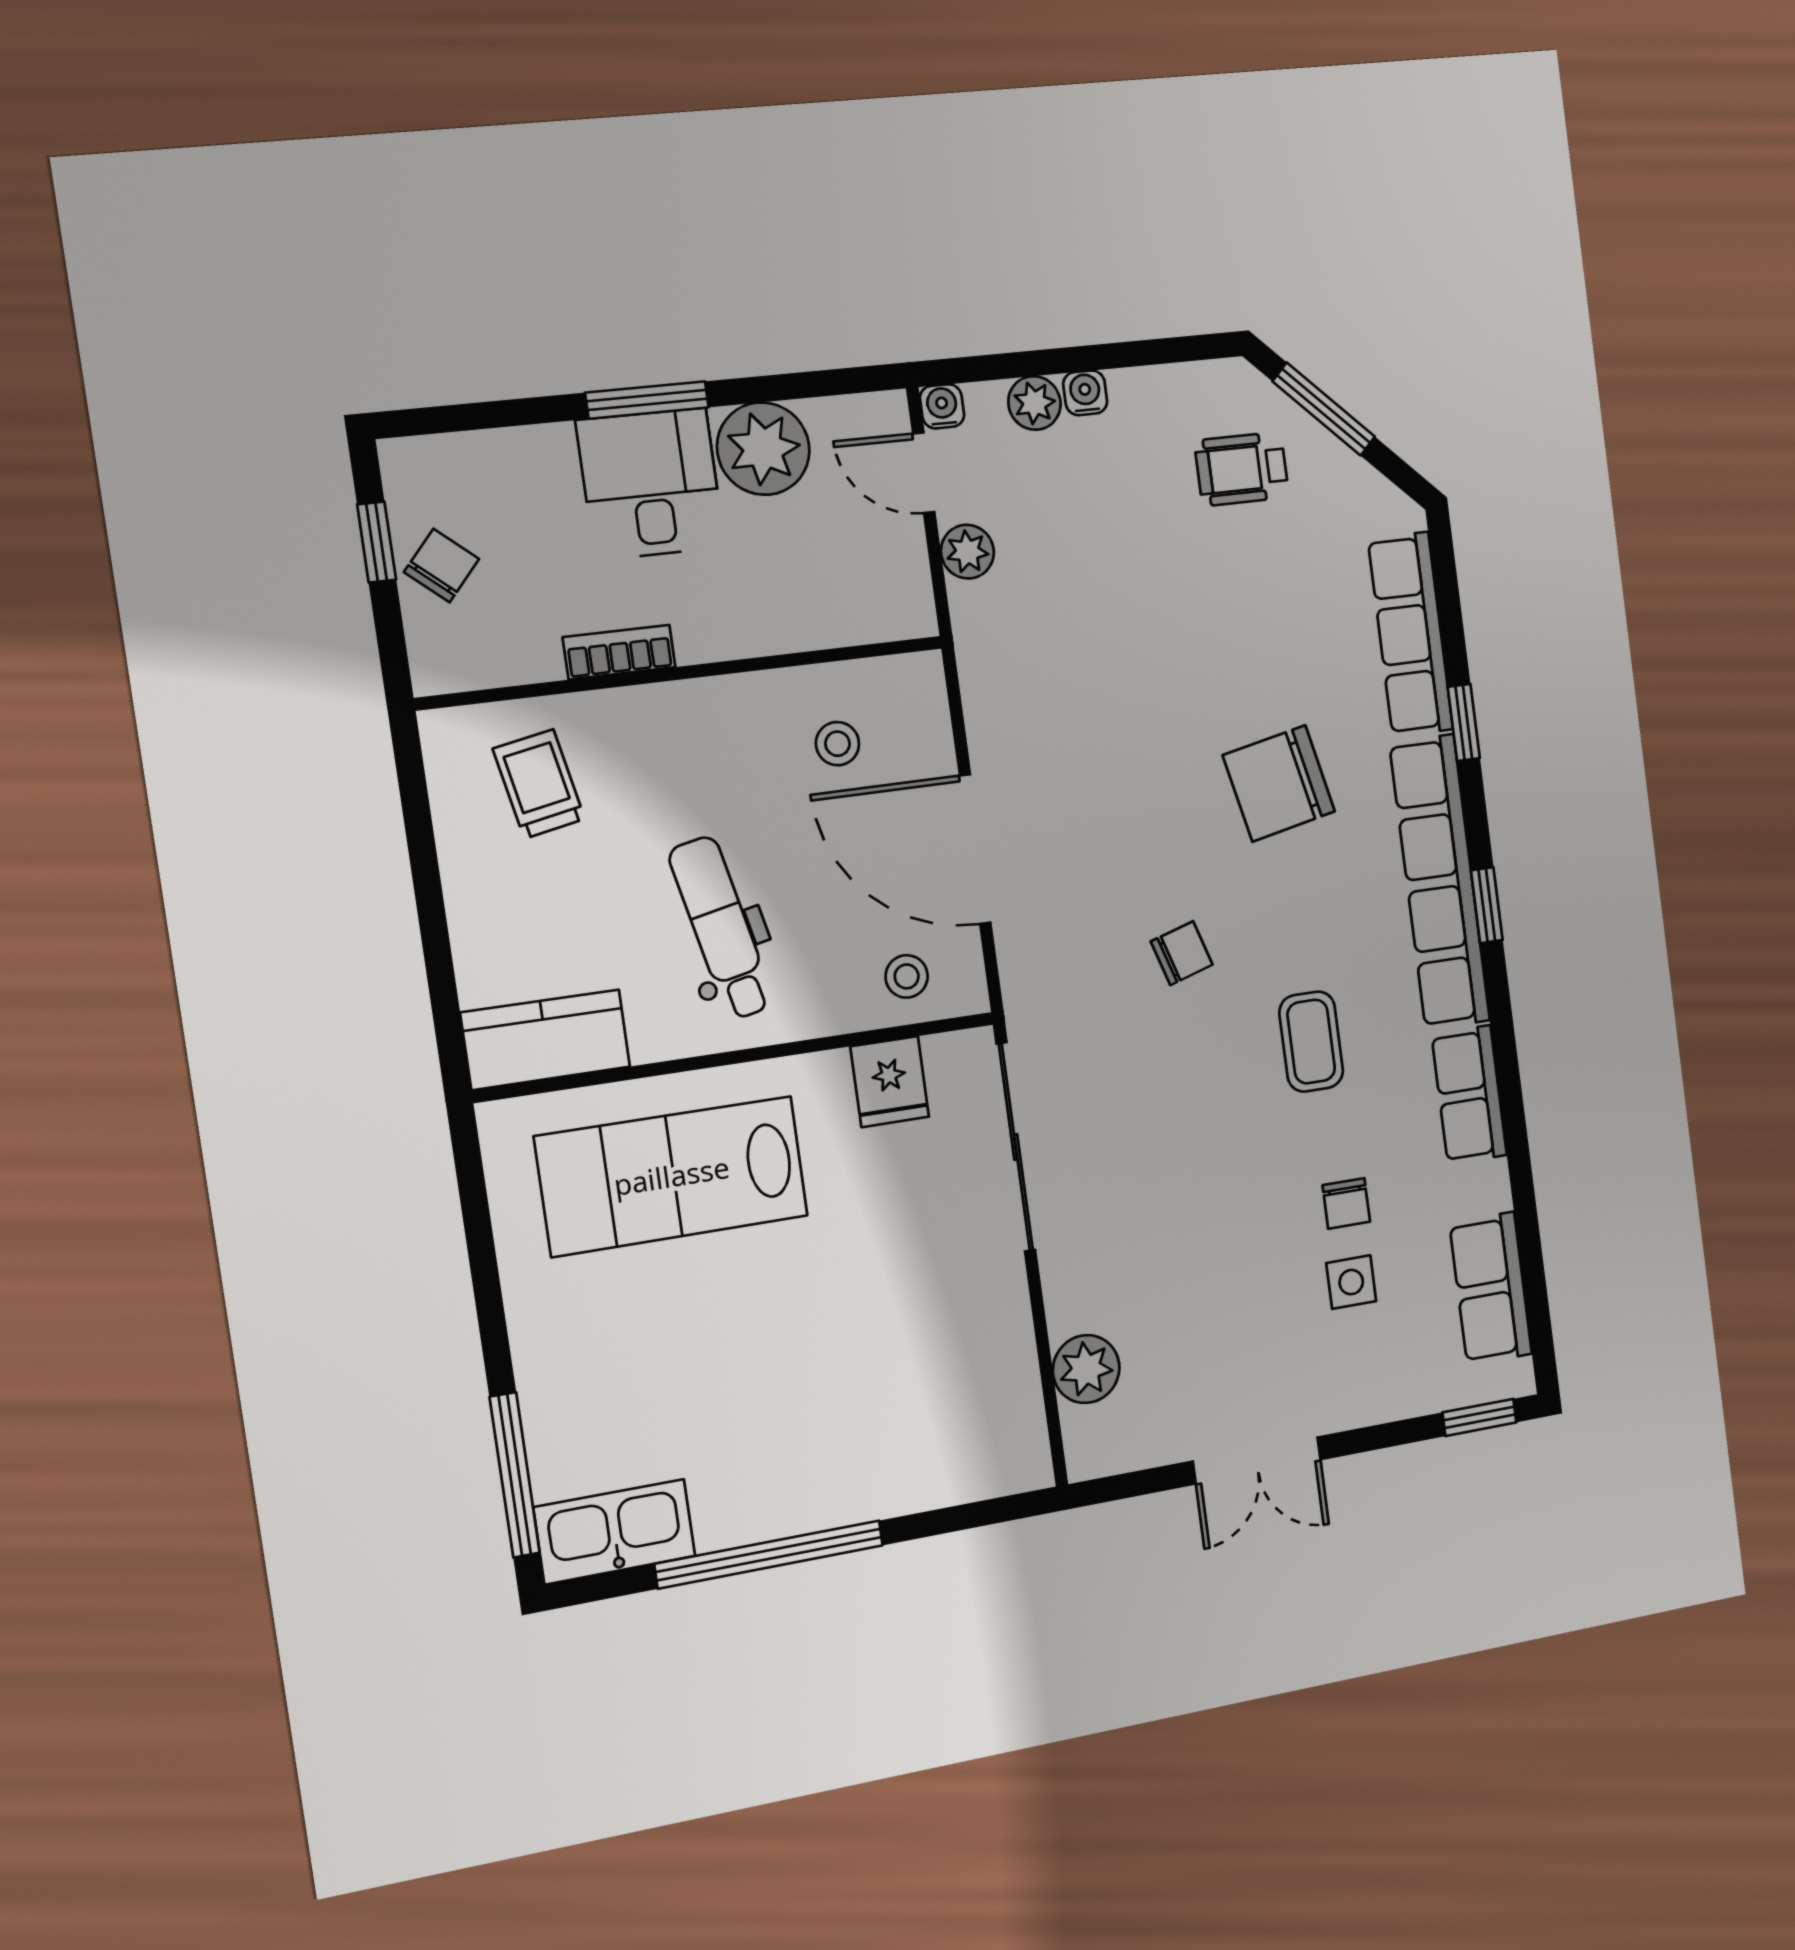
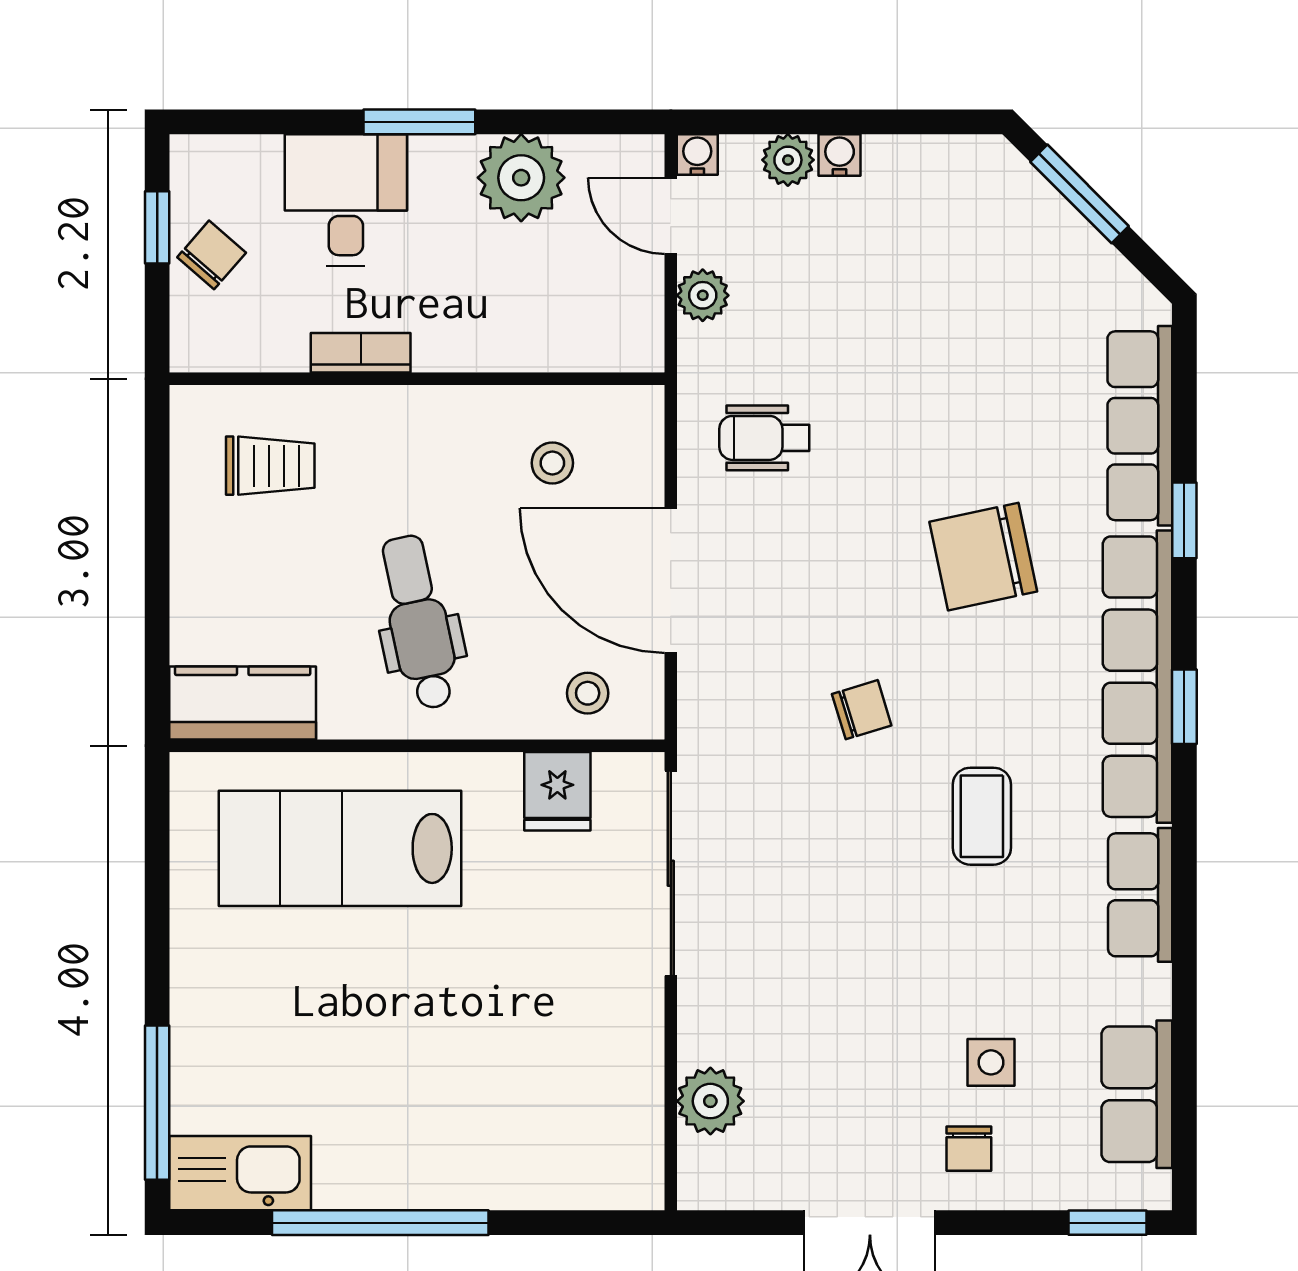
wheelchair: (1242, 469) -> (764, 438), moved
desk: (651, 484) -> (346, 200), moved
trolley: (539, 784) -> (270, 466), turned 101
chair: (1346, 1203) -> (969, 1149), moved

